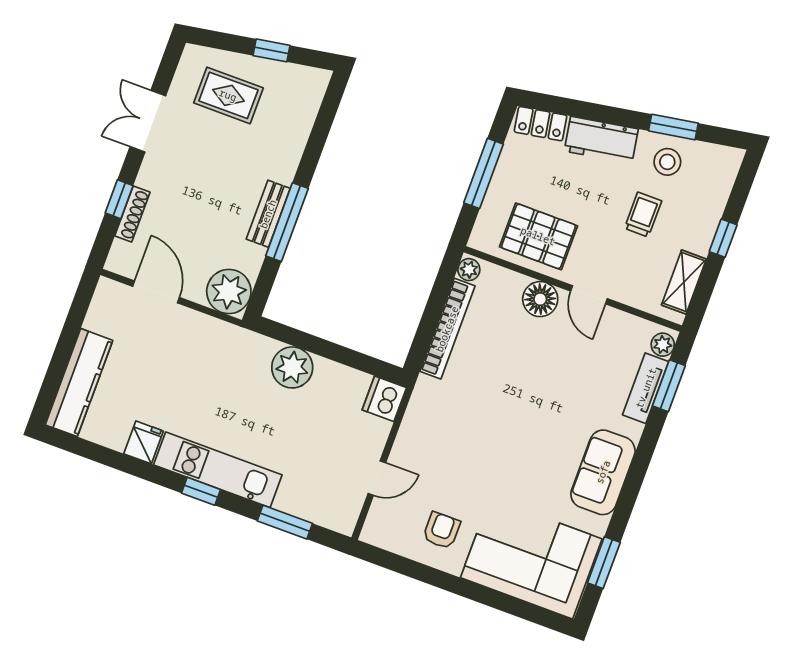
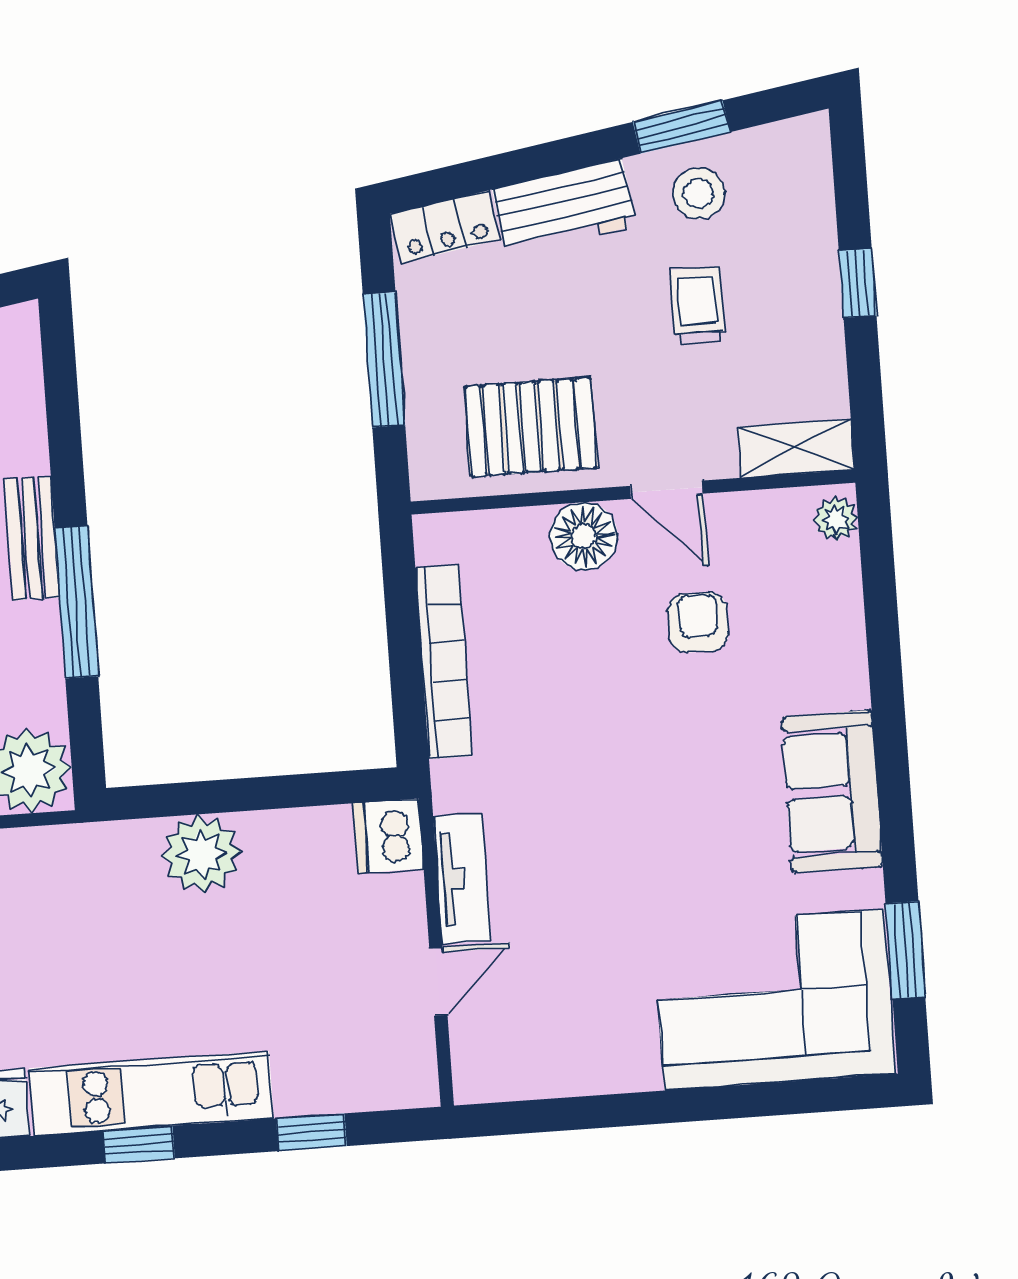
bench: (268, 214) -> (32, 538), moved
plant: (469, 270) -> (435, 541), removed
shelving: (684, 282) -> (796, 448), moved, turned 90
window: (669, 386) -> (879, 587), removed
tv unit: (646, 388) -> (462, 878), moved, turned 180
window: (285, 522) -> (311, 1132), width x0.67
armchair: (441, 530) -> (698, 622), moved

